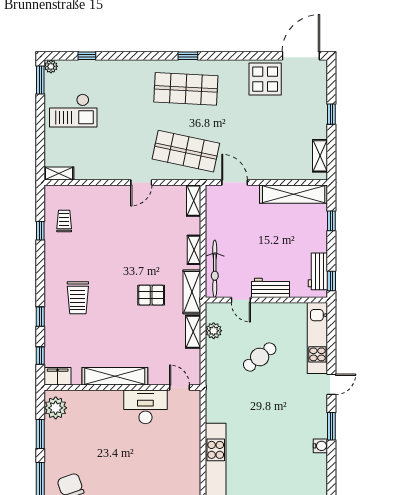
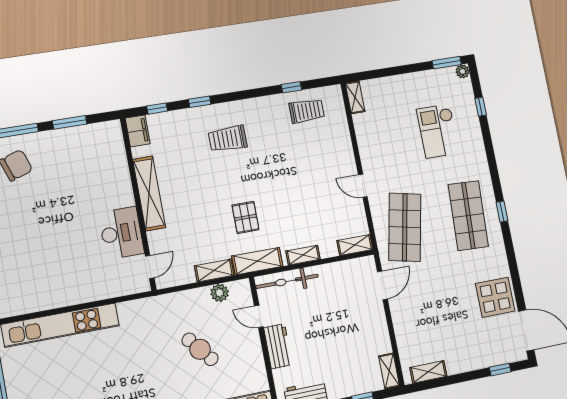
checkout: (73, 111) -> (438, 131), moved
window: (331, 114) -> (500, 370), moved
shelving: (294, 194) -> (389, 371), width x0.45, depth x0.75
trolley: (64, 221) -> (307, 111), width x1.36, depth x1.39
door: (241, 300) -> (259, 316), hinge flipped
plant: (56, 408) -> (102, 134), removed

